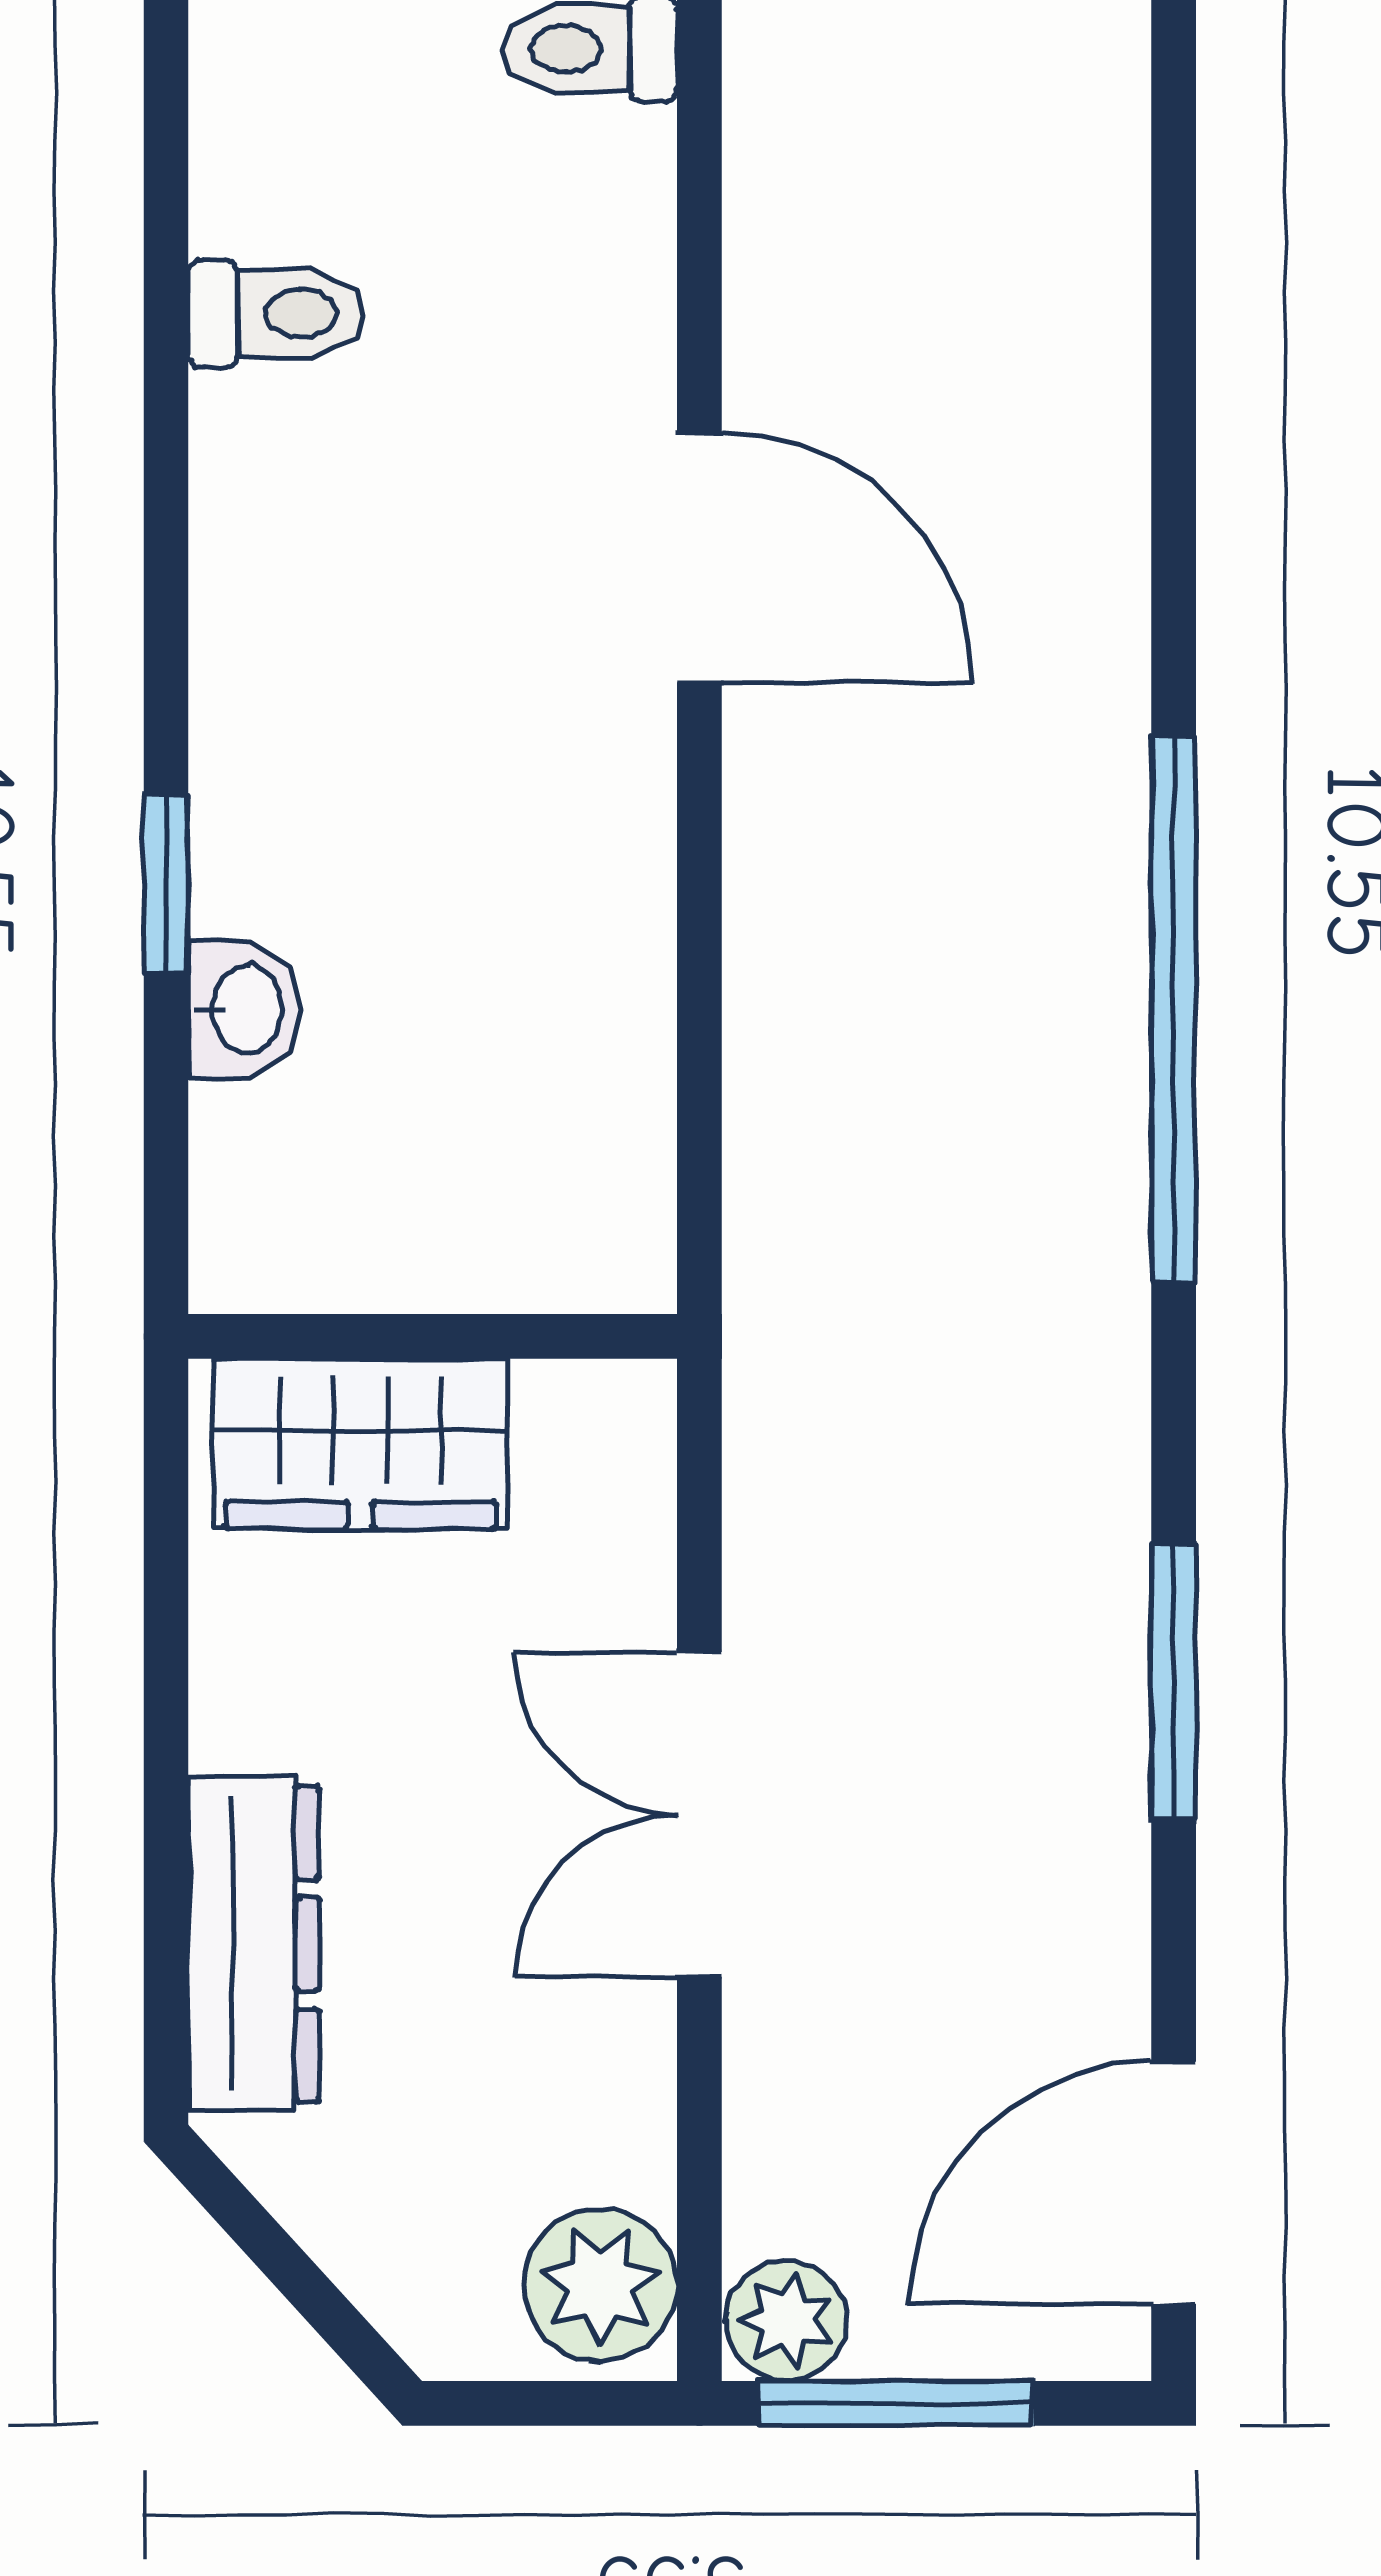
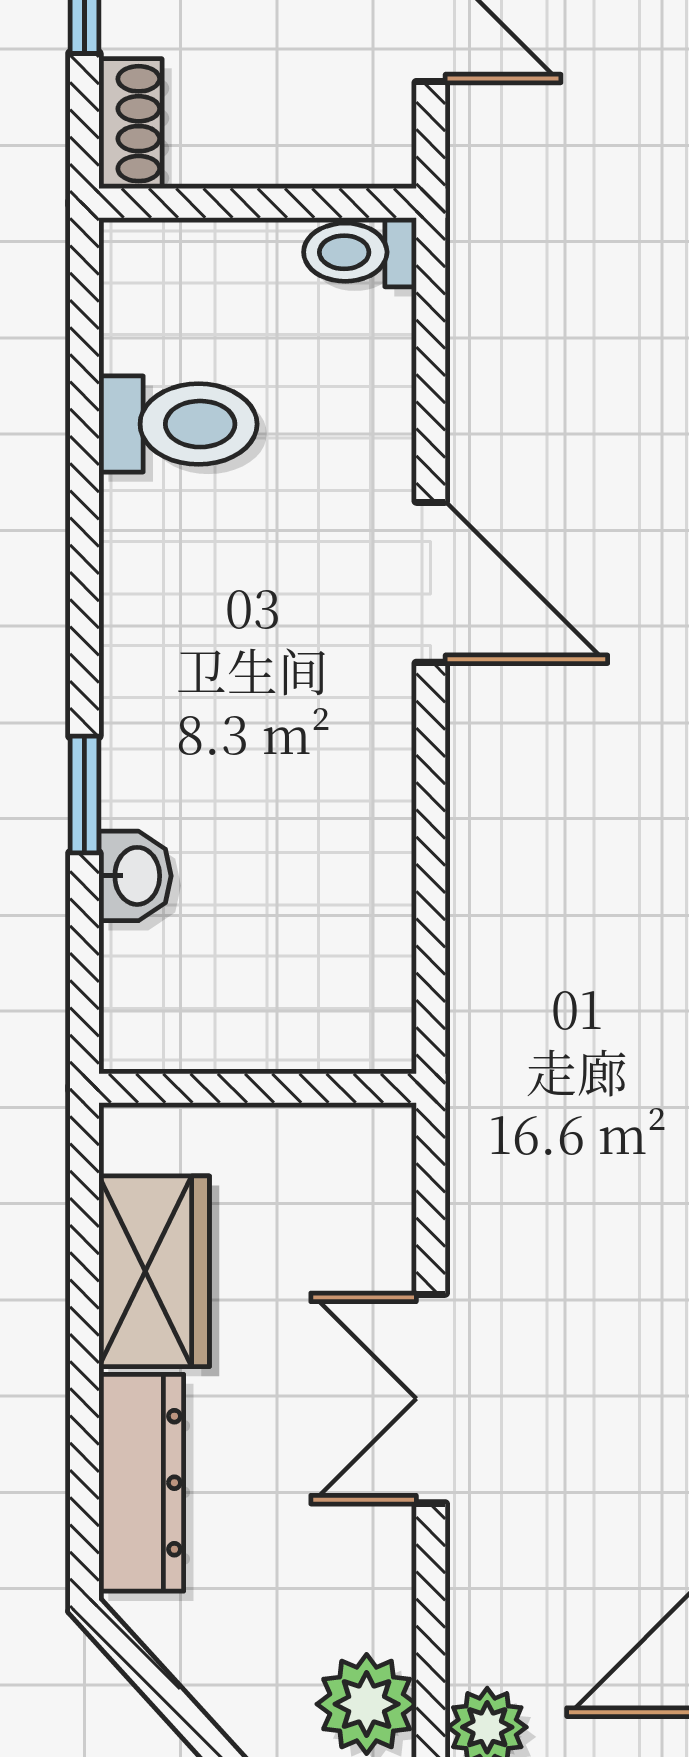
toilet: (276, 313) -> (178, 424), width x1.37, depth x1.39
wardrobe: (360, 1444) -> (154, 1271), moved, turned -90

